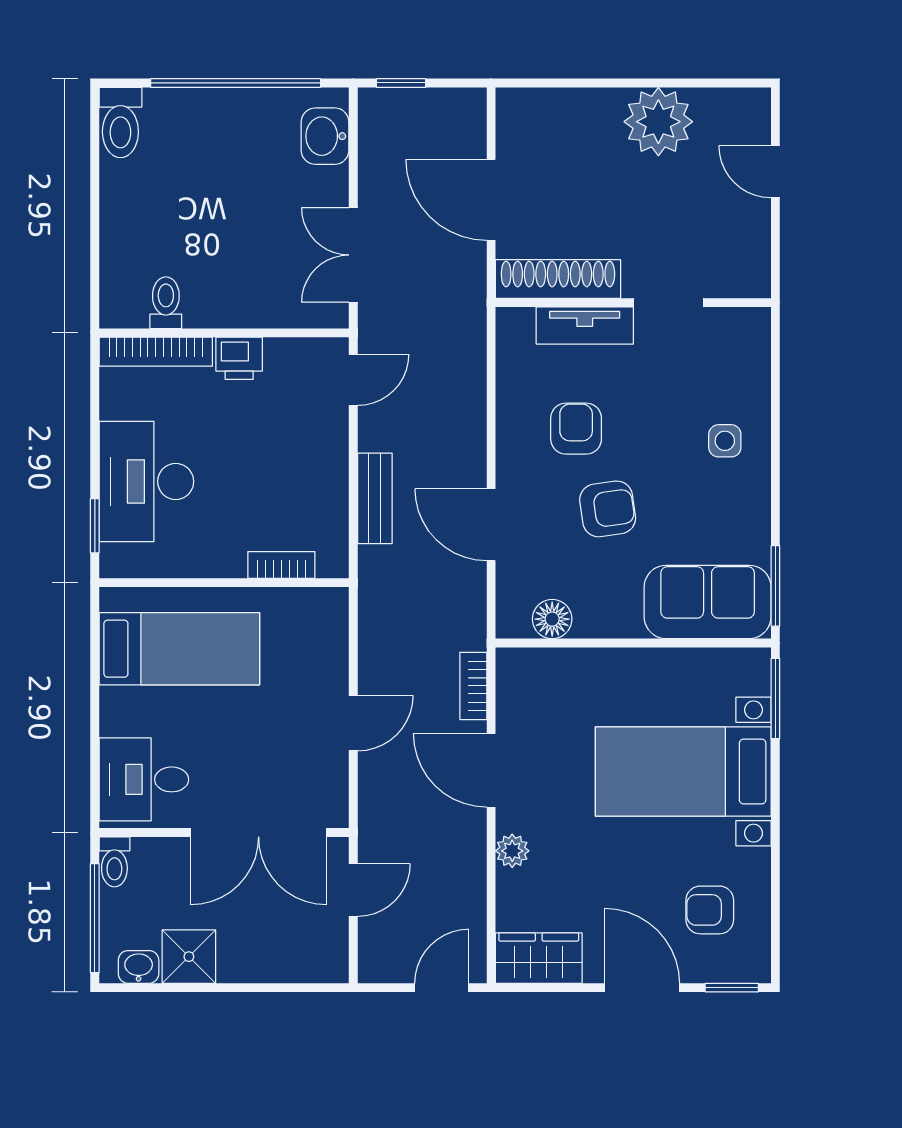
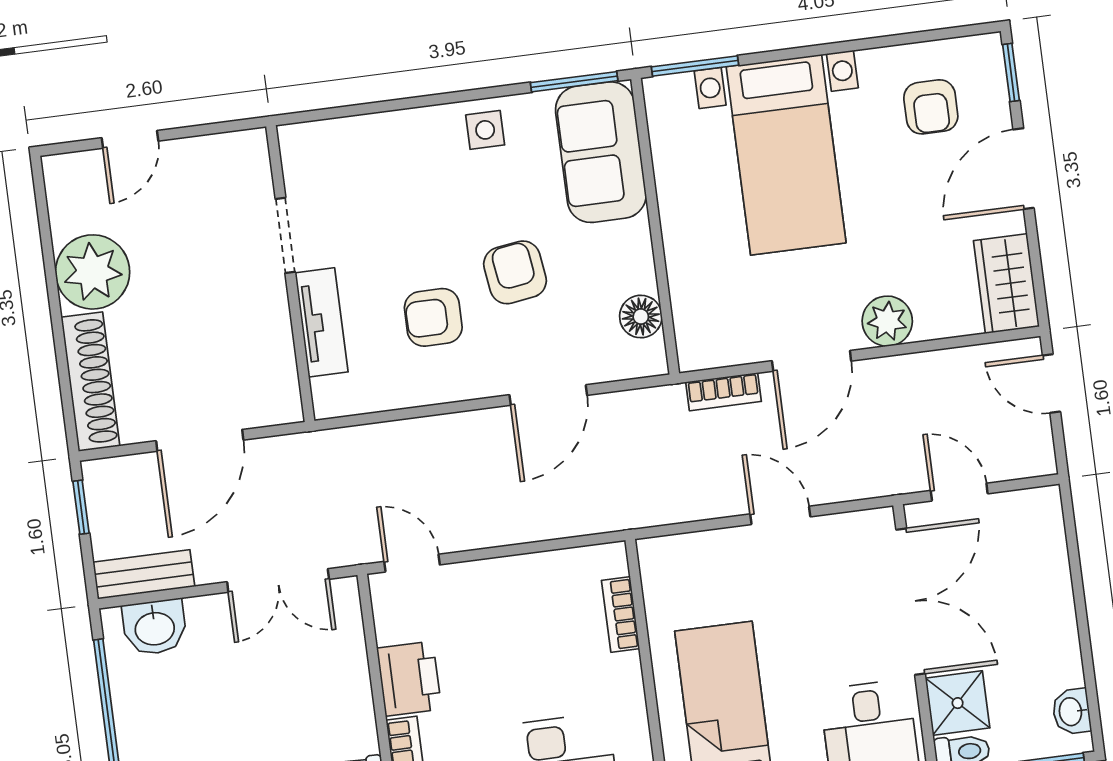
window: (401, 83) -> (81, 507), moved
shoe rack: (558, 279) -> (90, 382), moved, turned 180
printer: (239, 358) -> (409, 679), width x1.36, depth x1.24
side table: (725, 441) -> (485, 130), moved
bench: (375, 498) -> (144, 574), moved
plant: (512, 851) -> (887, 321), width x1.38, depth x1.38
shower: (189, 957) -> (958, 703), moved

